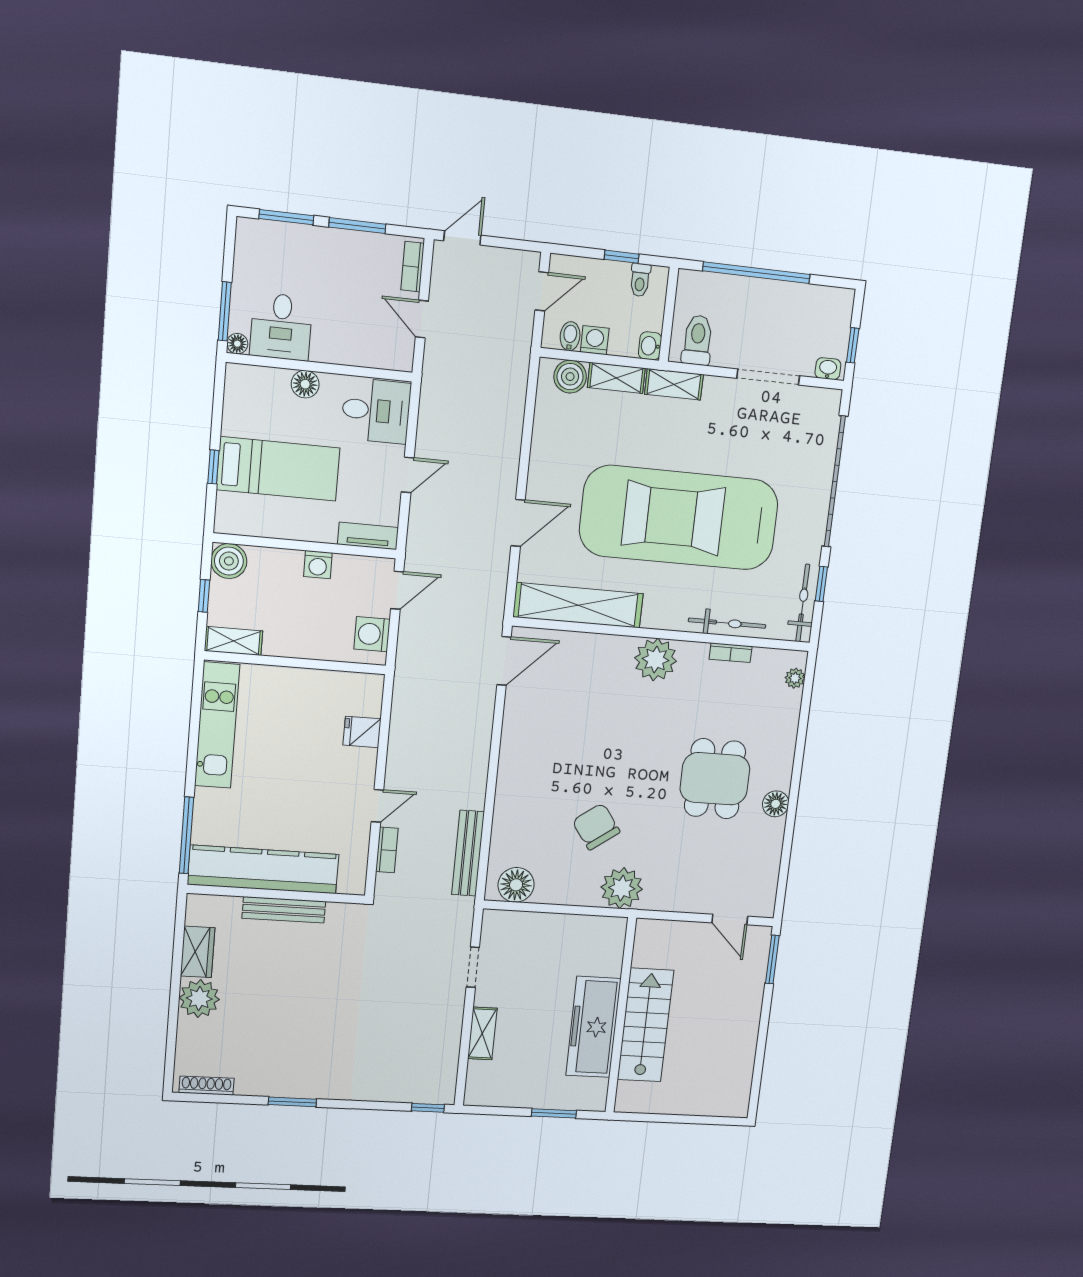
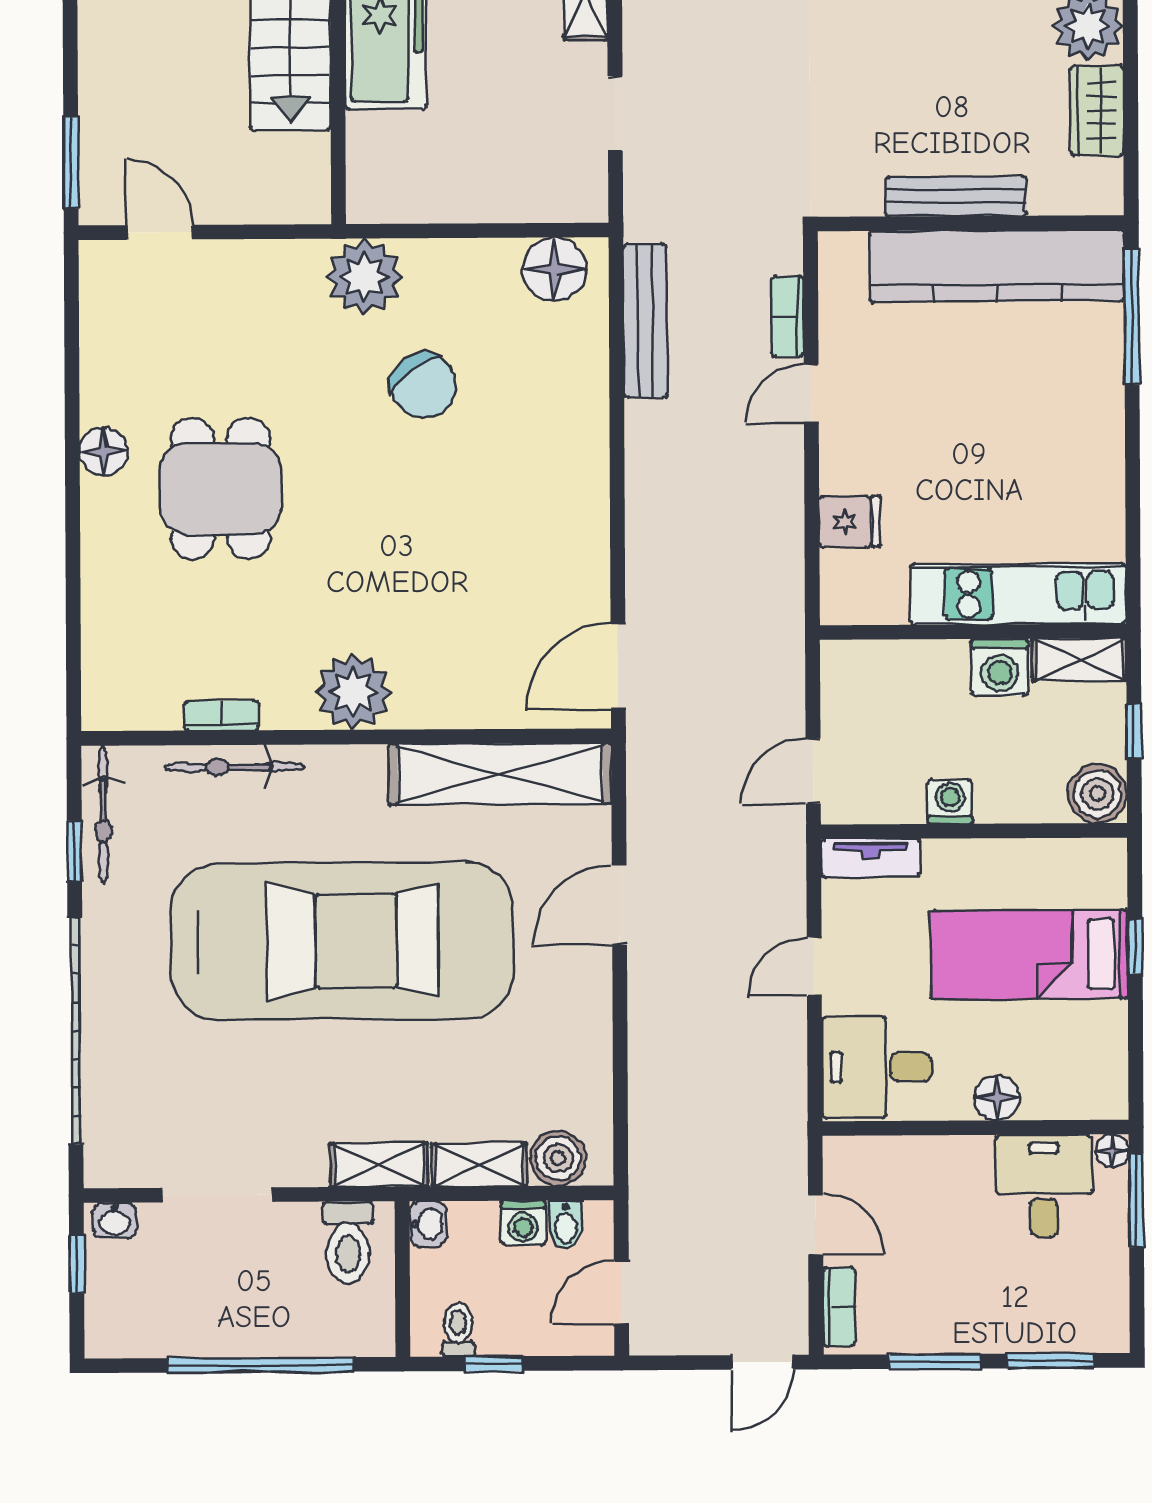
washing machine: (372, 634) -> (1000, 667), moved, turned 90
plant: (795, 678) -> (99, 681), removed
kitchen unit: (217, 725) -> (1018, 594), moved, turned 90

